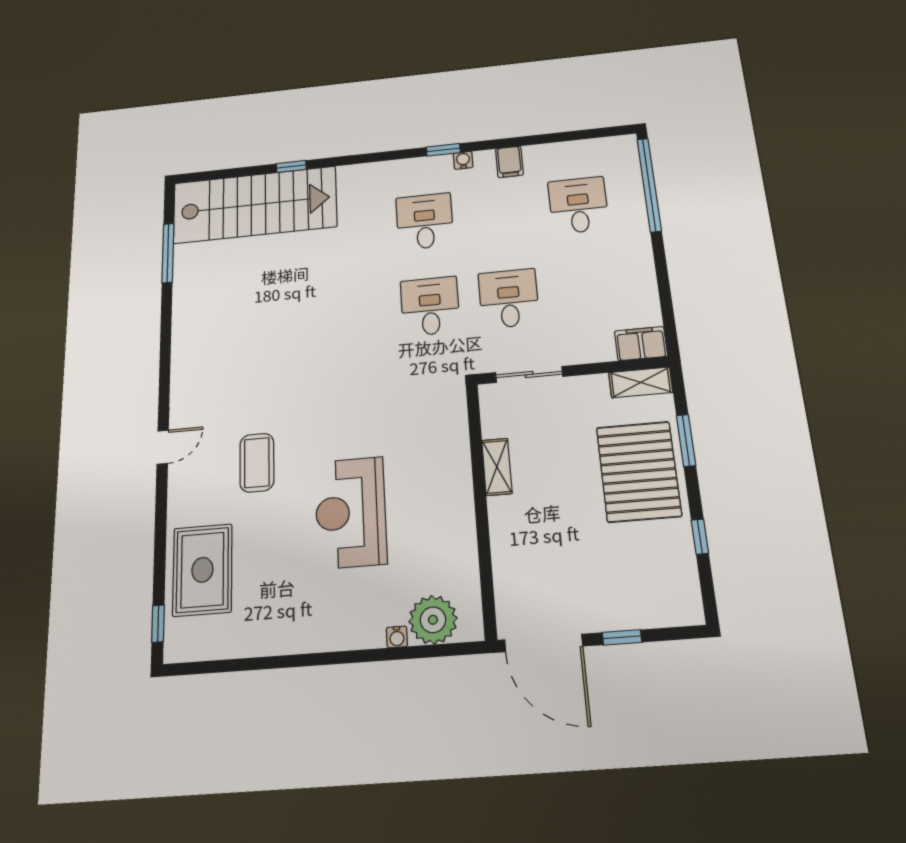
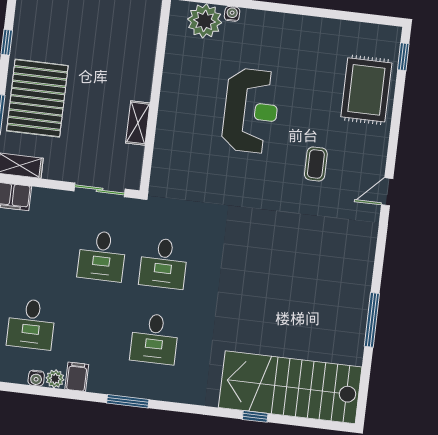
window: (443, 150) -> (128, 401), width x1.50
plant: (535, 154) -> (55, 379), added
water cooler: (463, 160) -> (36, 378), moved
window: (168, 253) -> (372, 320), moved
coffee table: (257, 463) -> (316, 164), width x0.73, depth x0.77

